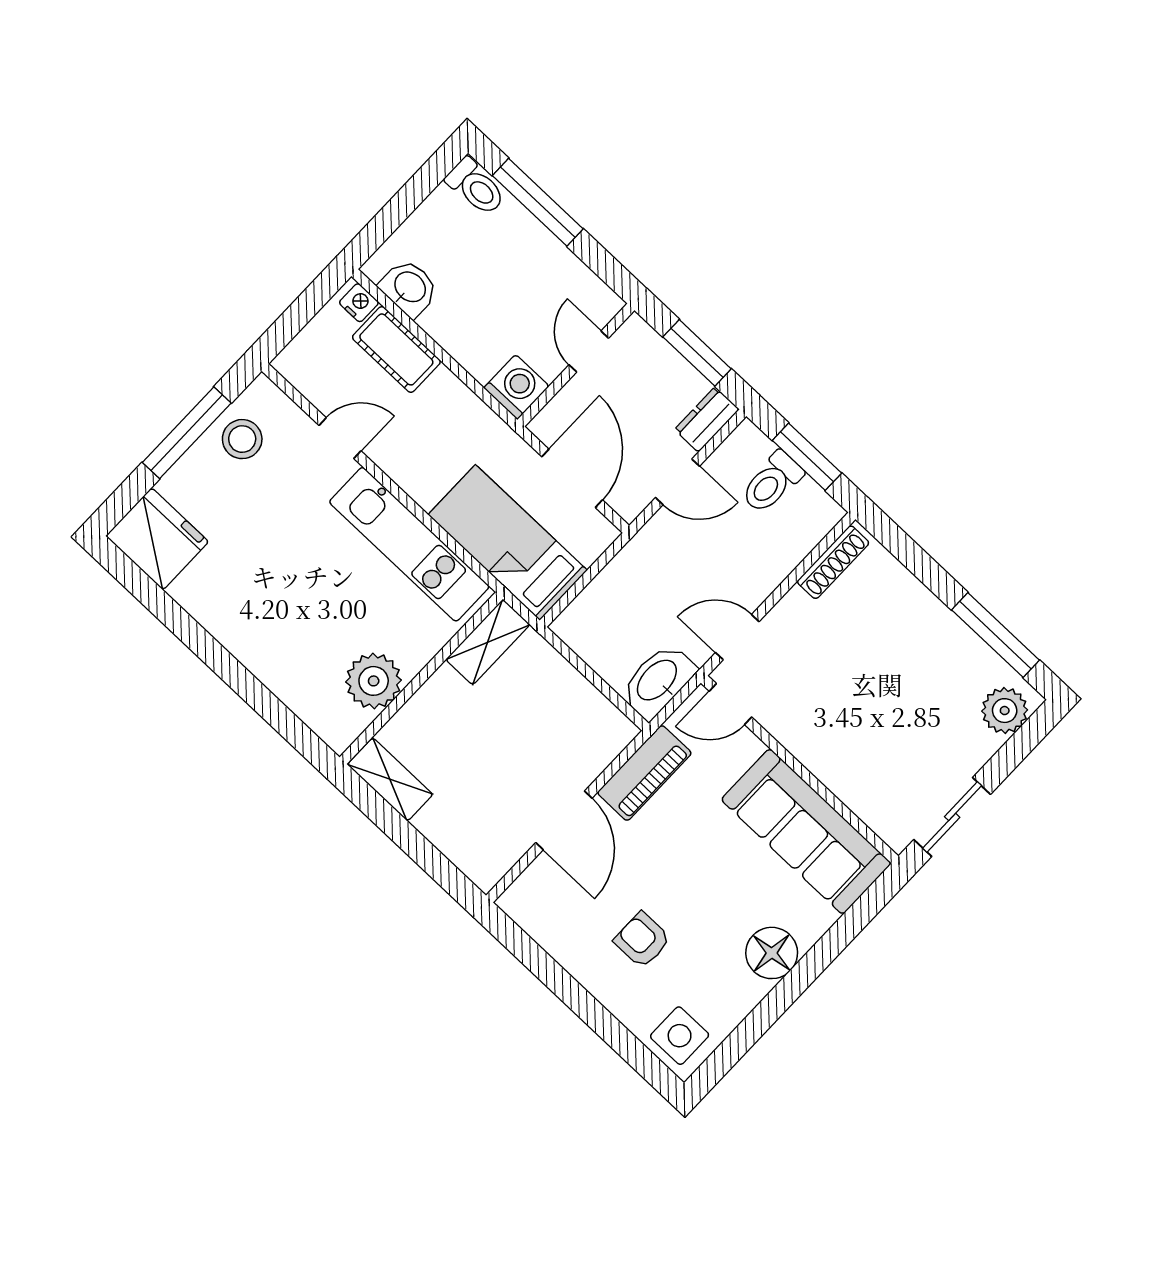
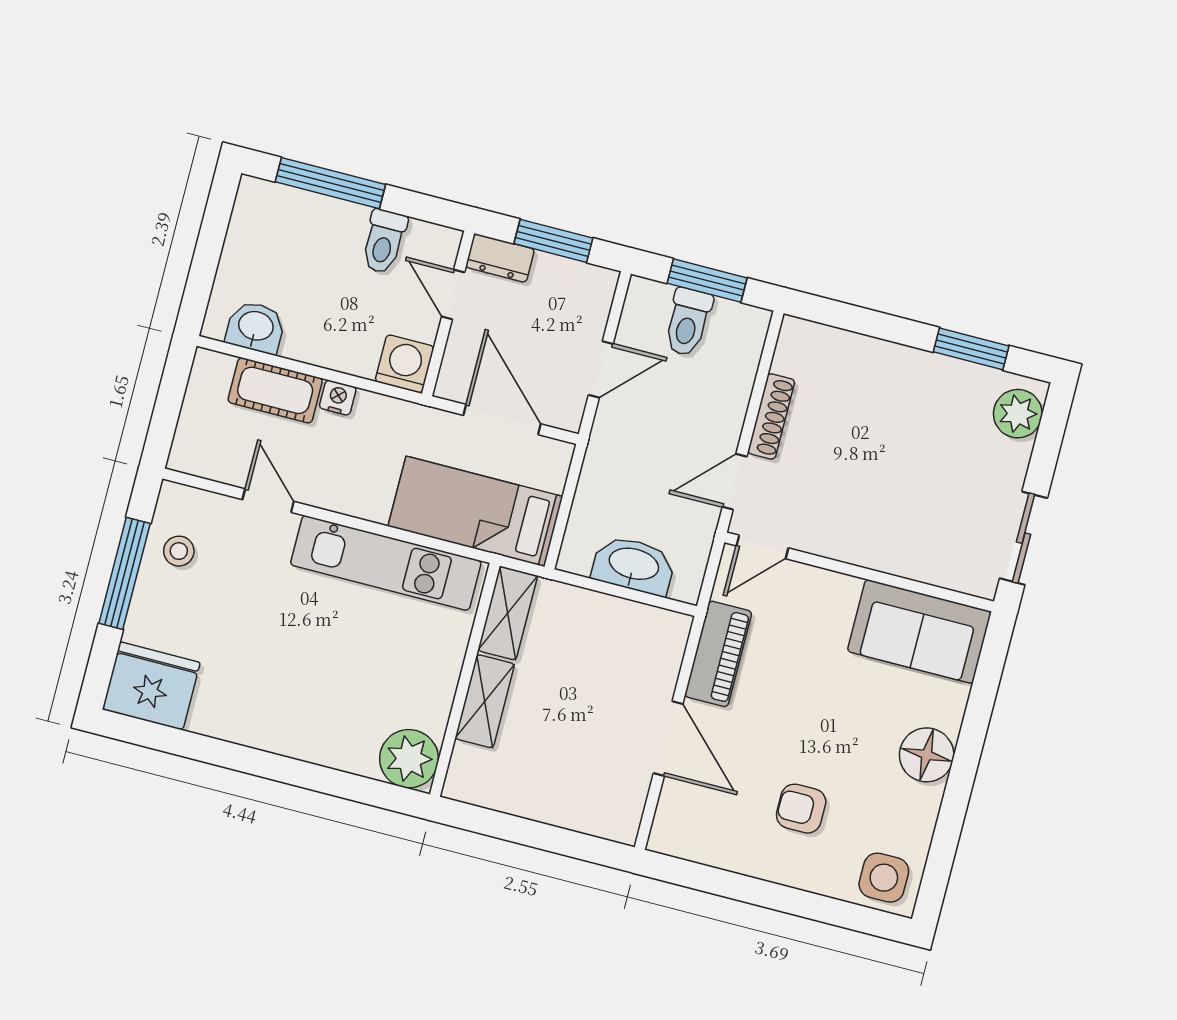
toilet: (476, 187) -> (384, 241), moved, turned 90
nightstand: (359, 303) -> (338, 398), moved
dresser: (707, 419) -> (500, 258), moved, turned -90
door: (340, 438) -> (268, 501), hinge flipped
stool: (242, 439) -> (179, 551), width x0.73, depth x0.73
shoe rack: (833, 562) -> (771, 416), moved
window: (996, 635) -> (971, 349), width x0.69
plant: (374, 681) -> (409, 759), moved
washbasin: (658, 681) -> (634, 565), moved, turned 90
shelving: (390, 779) -> (485, 701), moved, turned 90
sofa: (806, 831) -> (919, 631), width x0.73

